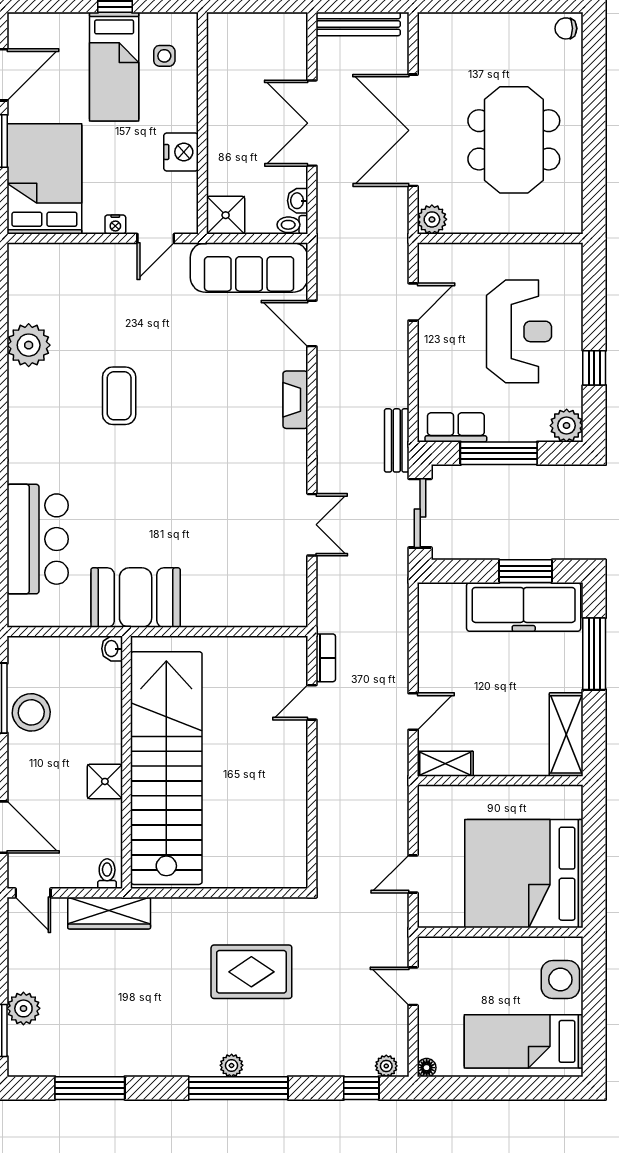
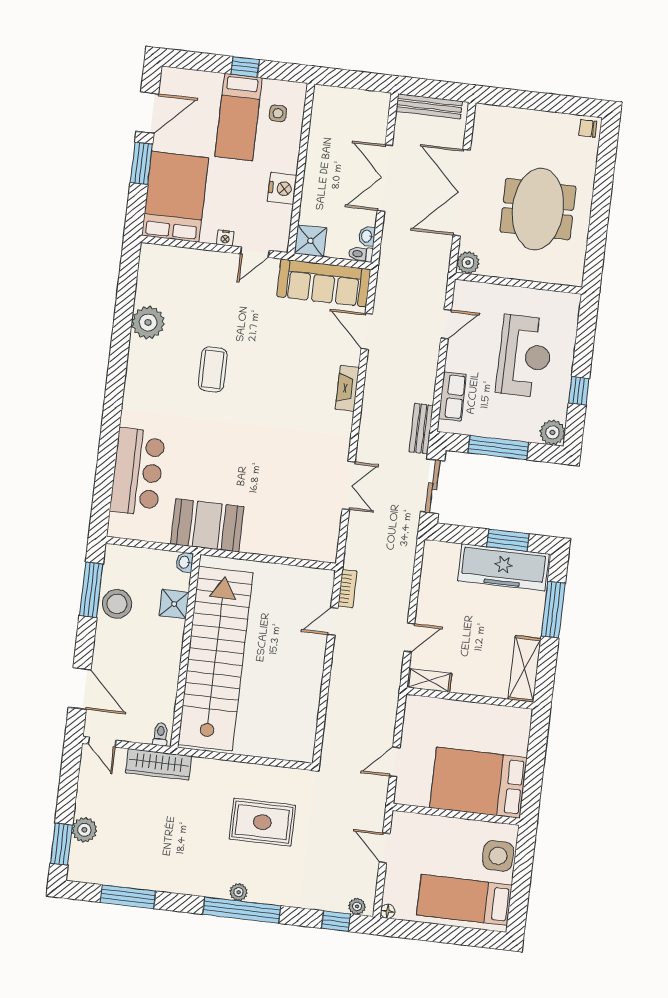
row of seats: (456, 427) -> (452, 396), moved, turned 90
shower: (105, 781) -> (174, 604), moved
bed: (524, 874) -> (478, 783), width x0.73

